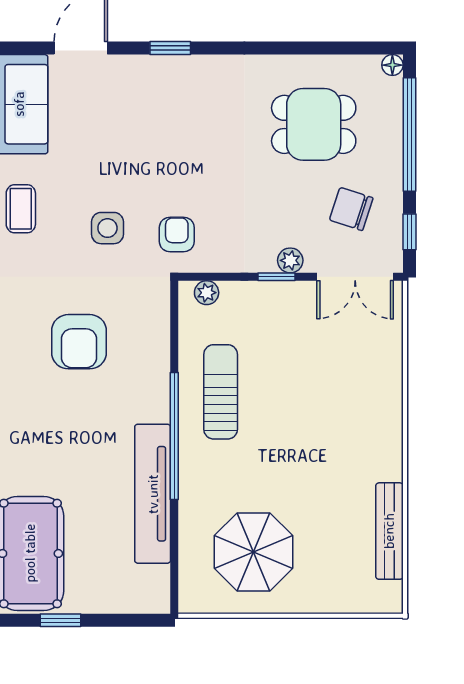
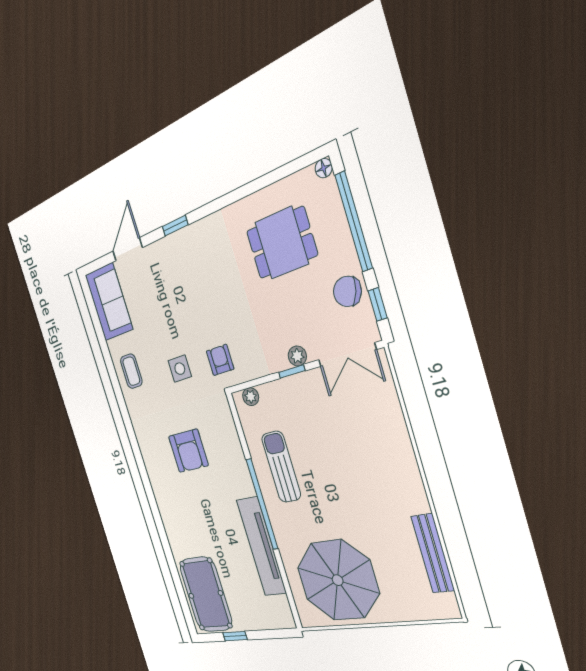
chair: (351, 209) -> (347, 291), moved
parasol: (254, 552) -> (338, 580), width x1.36, depth x1.36

